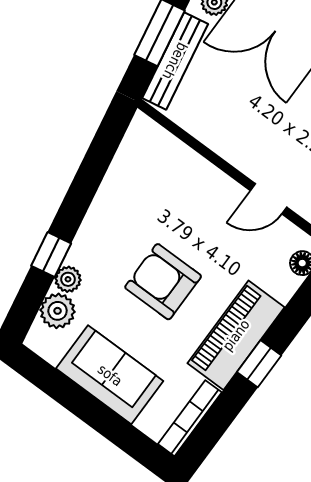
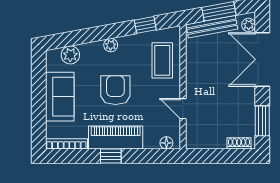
coffee table: (171, 176) -> (162, 60), added
window: (51, 255) -> (145, 25), moved
plant: (68, 279) -> (111, 45), moved

